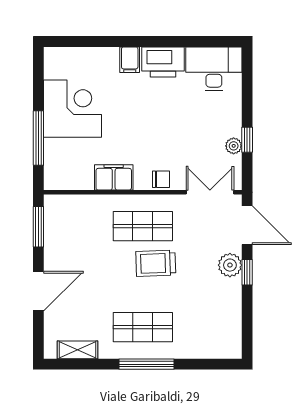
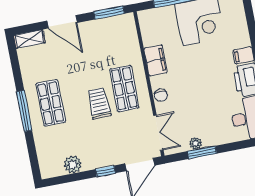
window: (247, 140) -> (202, 152), width x1.50
plant: (230, 265) -> (73, 164), moved
shelving: (77, 350) -> (29, 39), moved, turned 90

